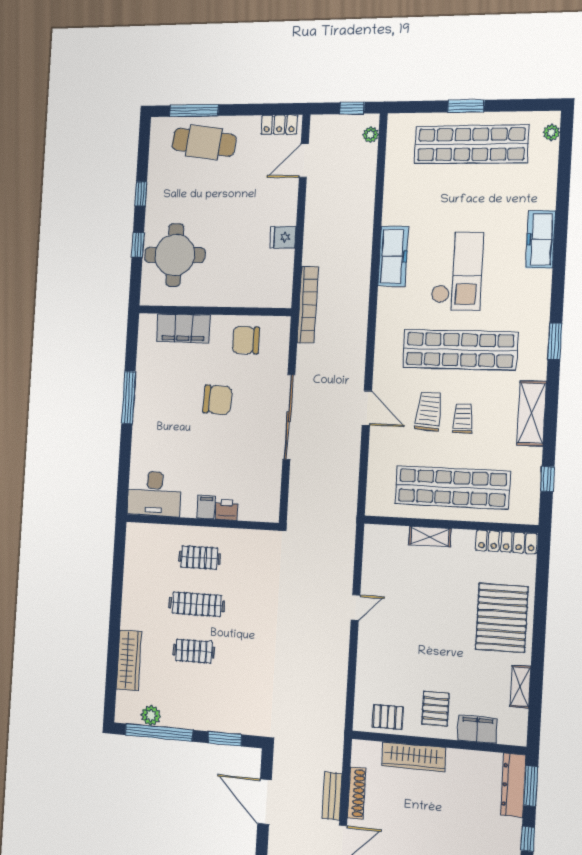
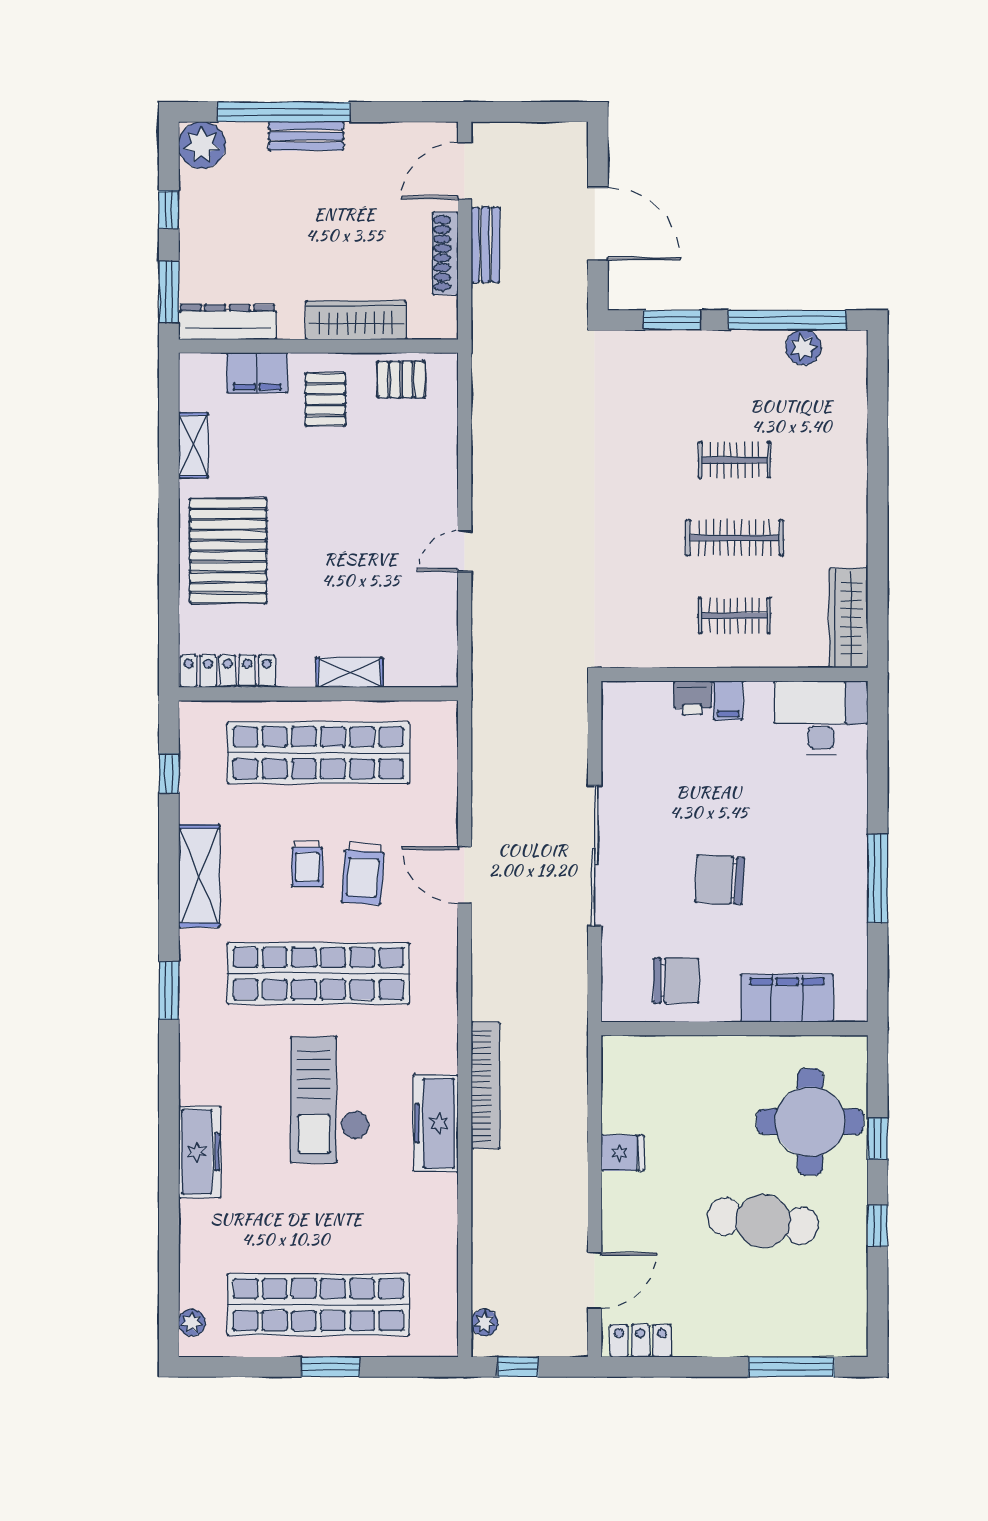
cafe table: (204, 142) -> (763, 1221), moved
bookcase: (308, 305) -> (486, 1086), moved, turned 180
wardrobe: (129, 660) -> (848, 618), moved
dresser: (513, 785) -> (227, 322), moved, turned -90

